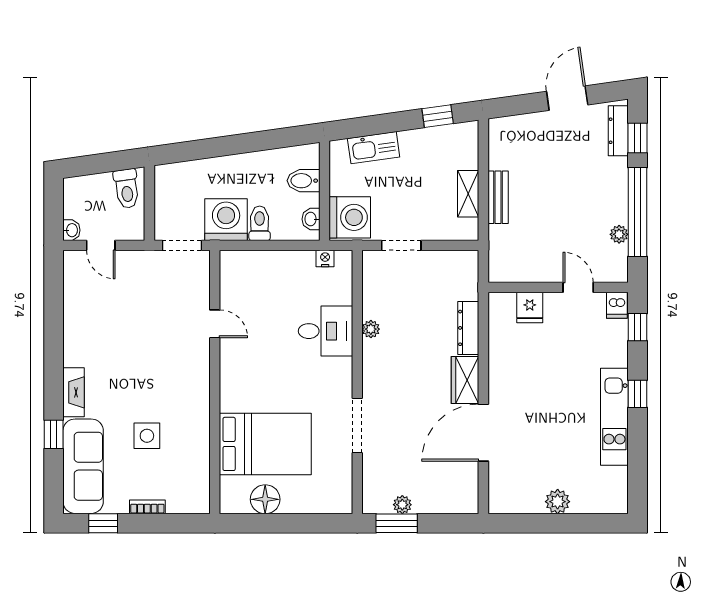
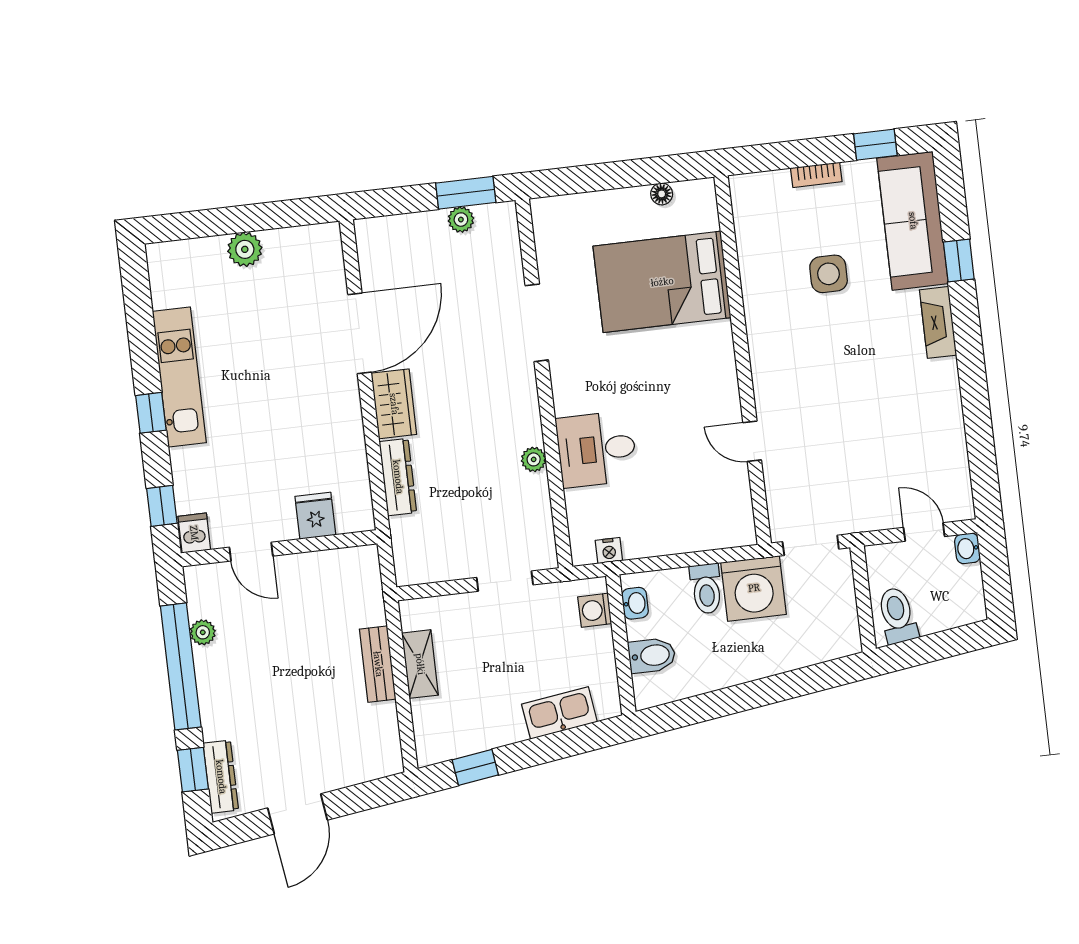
washing machine: (350, 217) -> (595, 610), width x0.53, depth x0.53
floor lamp: (265, 499) -> (662, 194), width x0.53, depth x0.53

